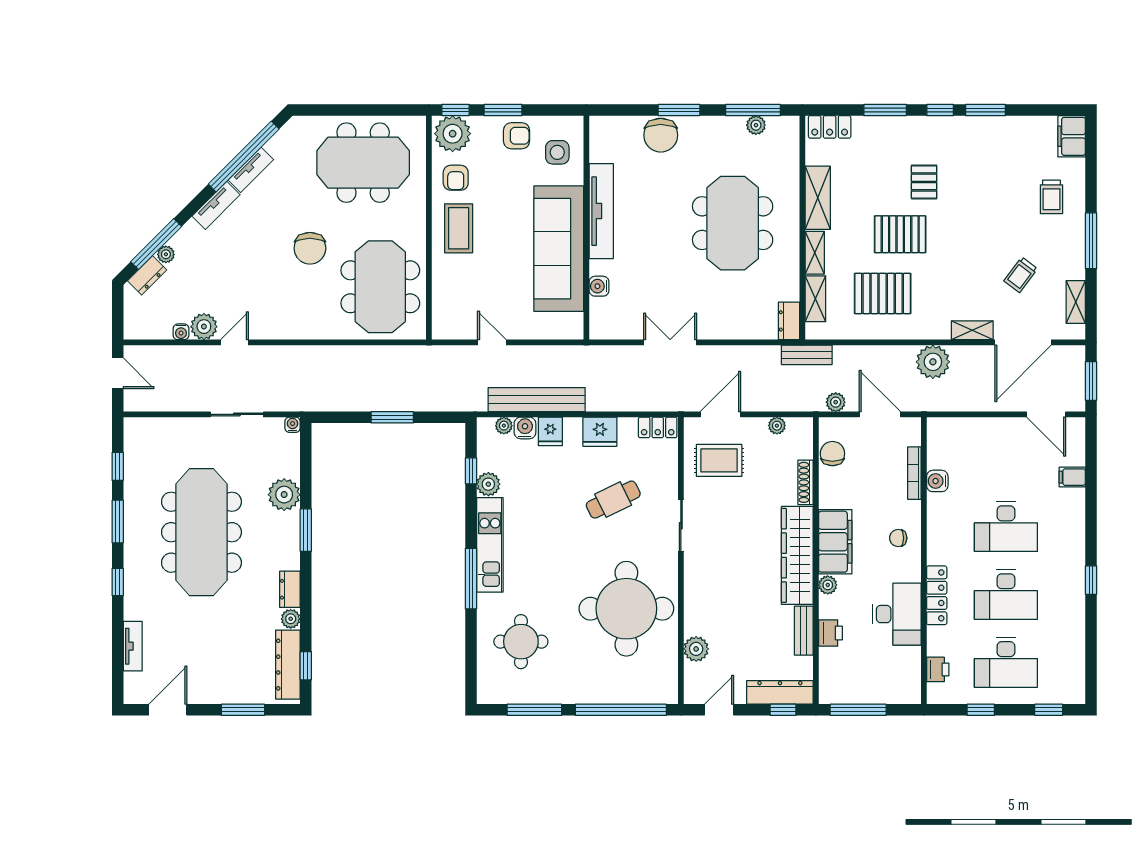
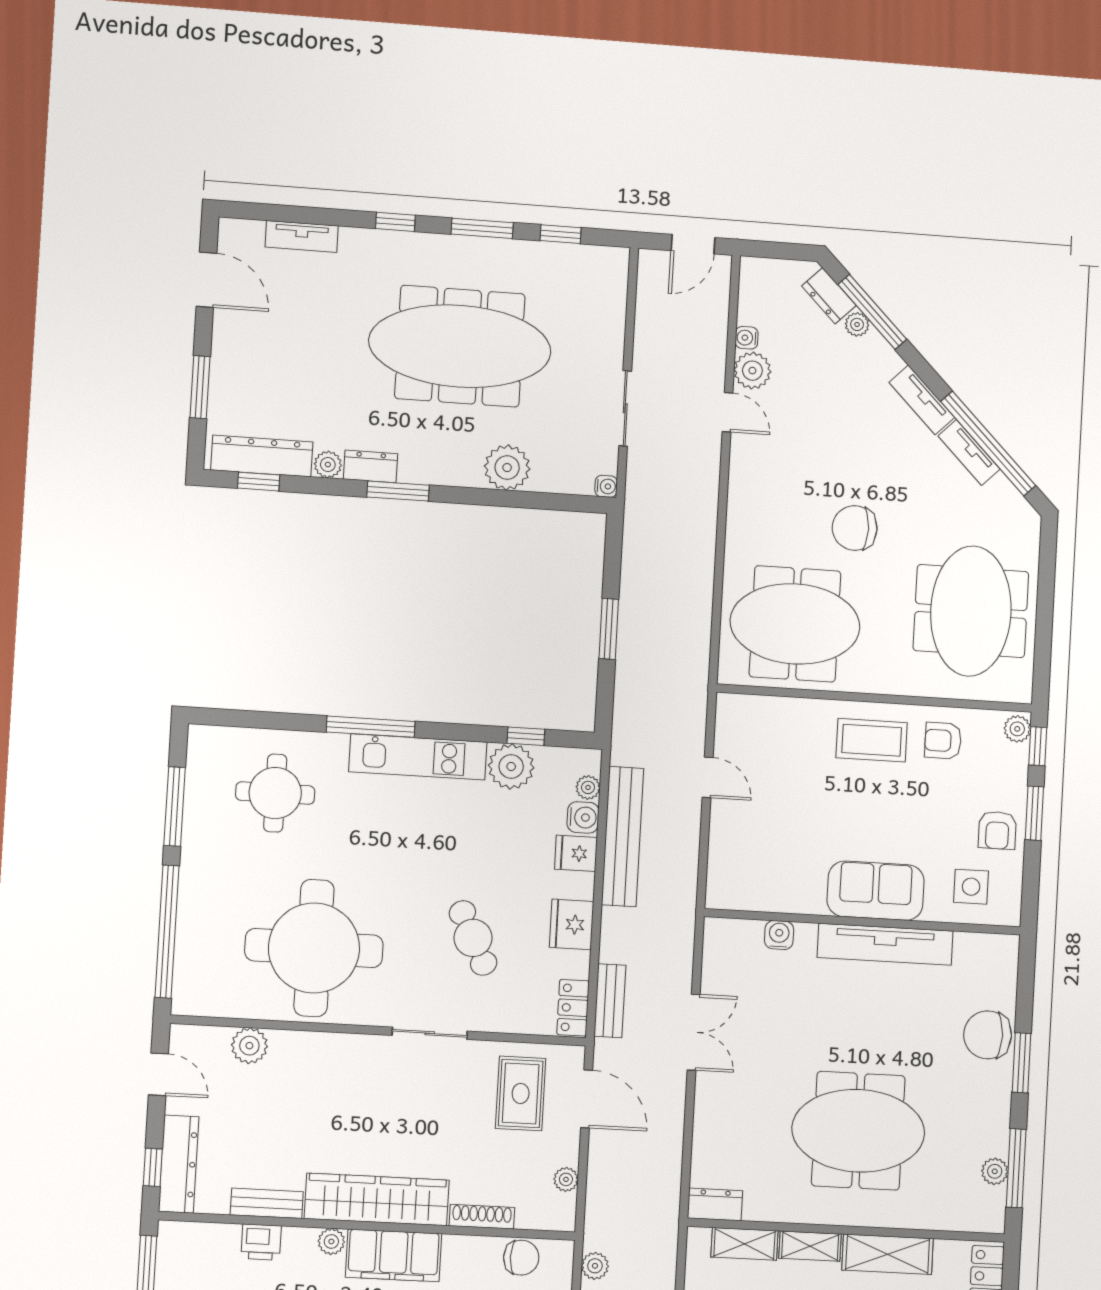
plant: (453, 134) -> (1017, 729), width x0.53, depth x0.53
sofa: (559, 249) -> (876, 891), width x0.54, depth x0.79
door: (492, 342) -> (708, 777), hinge flipped
bench: (807, 355) -> (610, 1001), moved
plant: (488, 484) -> (511, 766), width x1.36, depth x1.36
window: (306, 530) -> (398, 491), moved

